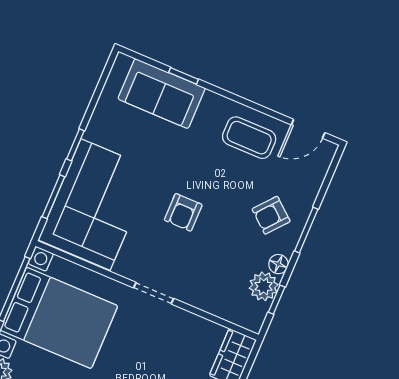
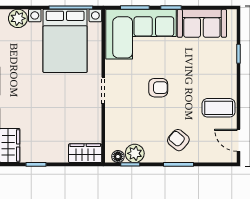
sofa: (162, 94) -> (202, 23), moved, turned -90
coffee table: (249, 138) -> (219, 108), turned 90
armchair: (183, 212) -> (158, 88), turned 180
floor lamp: (278, 264) -> (118, 157), moved

